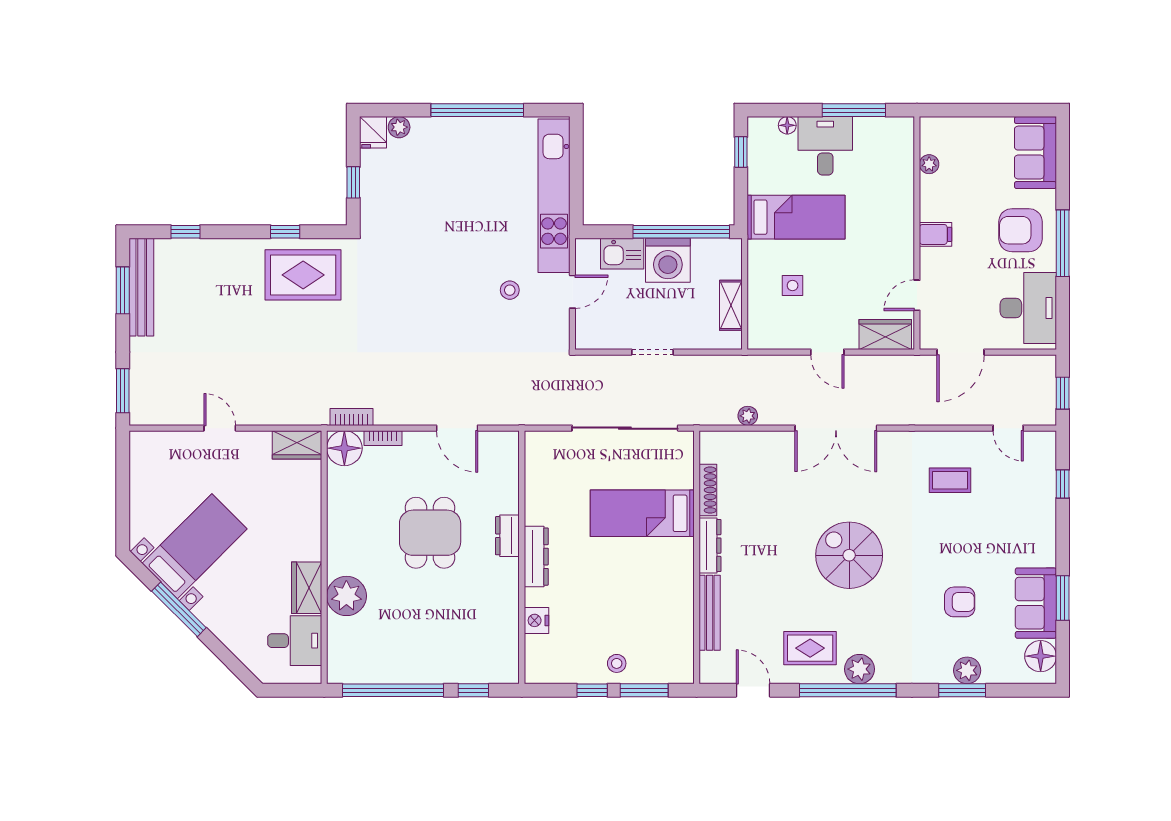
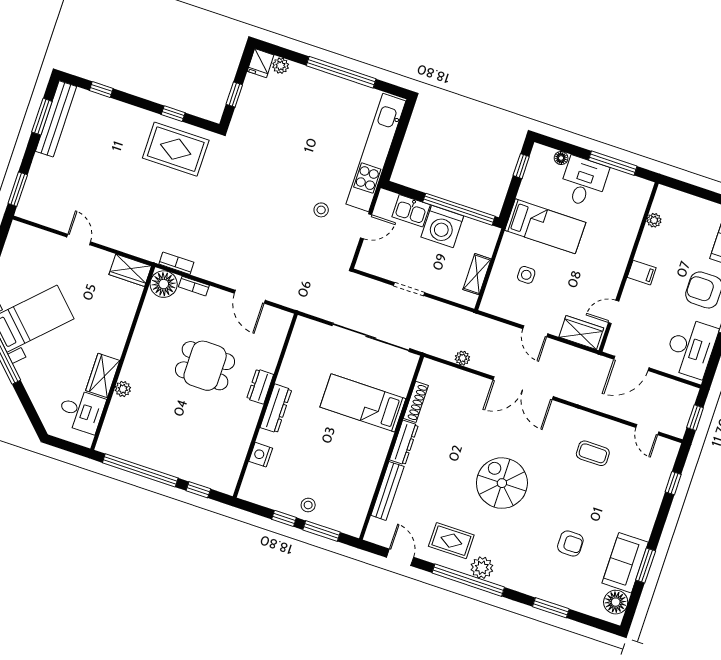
dining table: (430, 533) -> (205, 366), turned 90
plant: (346, 596) -> (123, 389), width x0.53, depth x0.53
plant: (967, 670) -> (559, 595), removed

